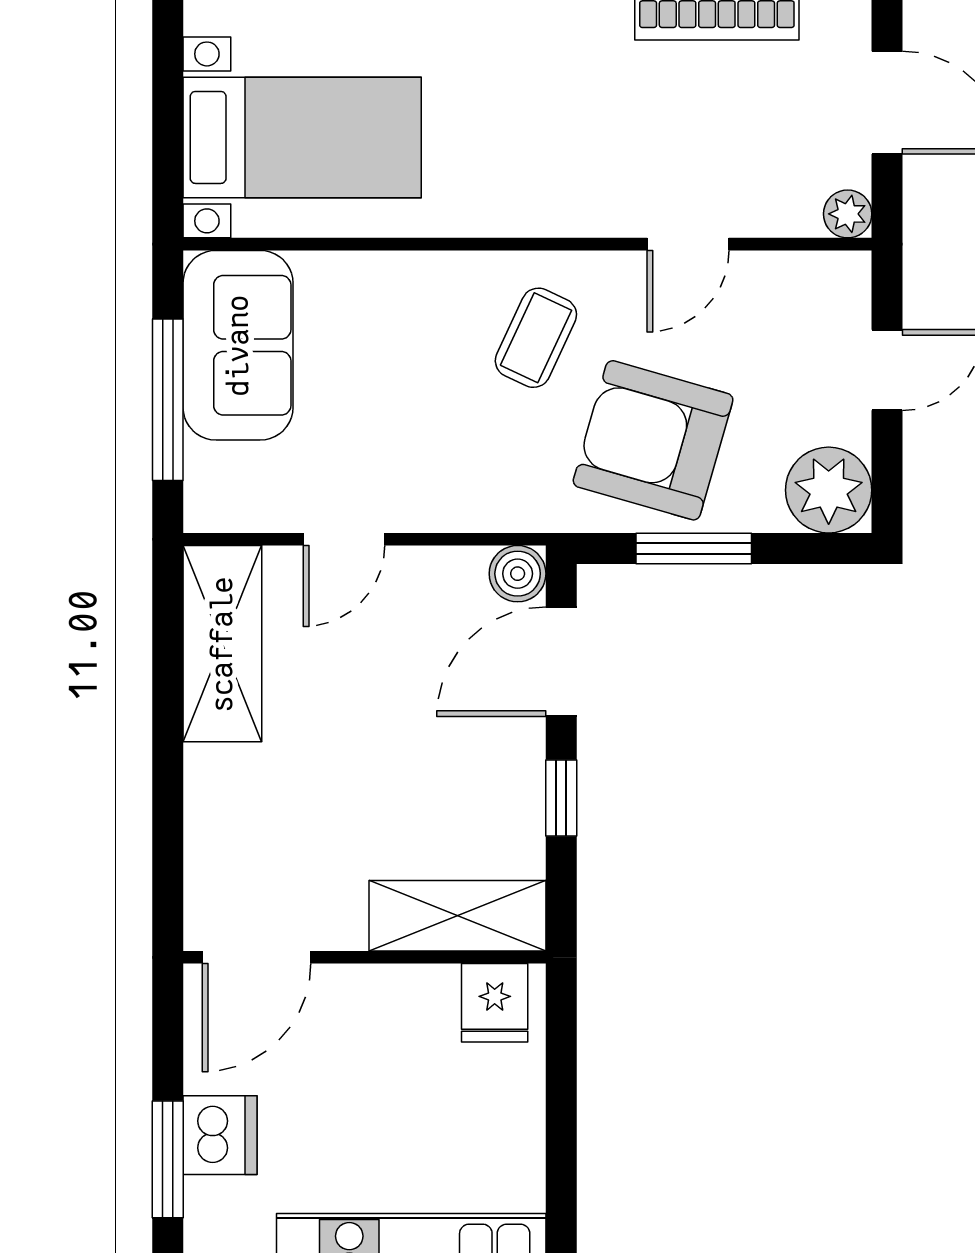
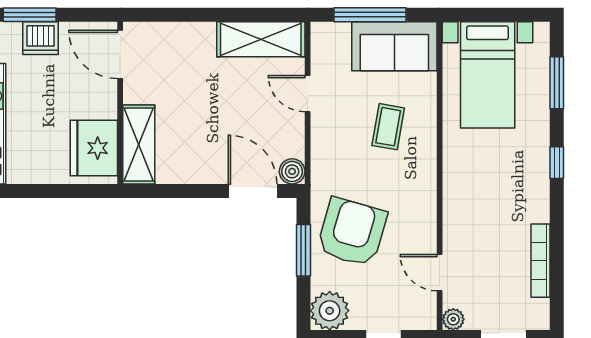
door: (688, 244) -> (440, 273), moved
coffee table: (536, 338) -> (388, 127), moved, turned 75
window: (561, 798) -> (192, 191), removed
fridge: (495, 1003) -> (94, 148), width x1.88, depth x1.34

